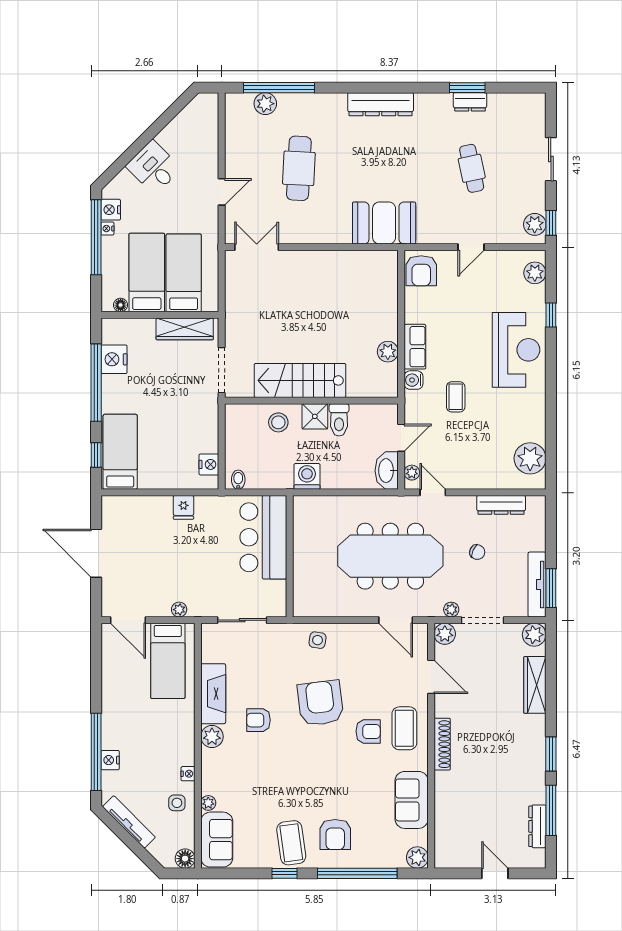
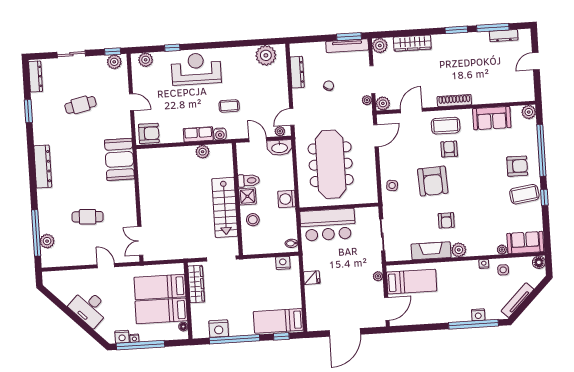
dresser: (470, 102) -> (36, 77), moved, width x1.44
desk: (154, 167) -> (89, 308), width x1.37
cafe table: (299, 168) -> (88, 217), width x0.73, depth x0.74
meeting table: (390, 556) -> (331, 164), moved
armchair: (320, 703) -> (433, 181), turned -86

